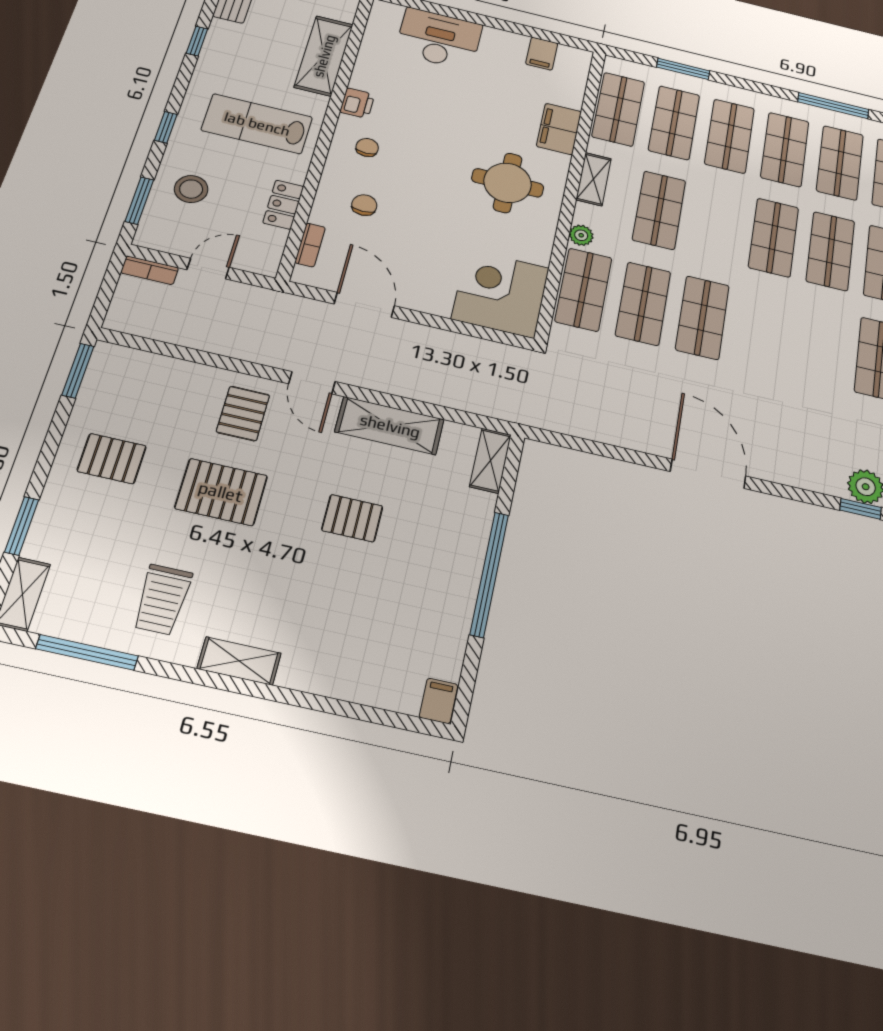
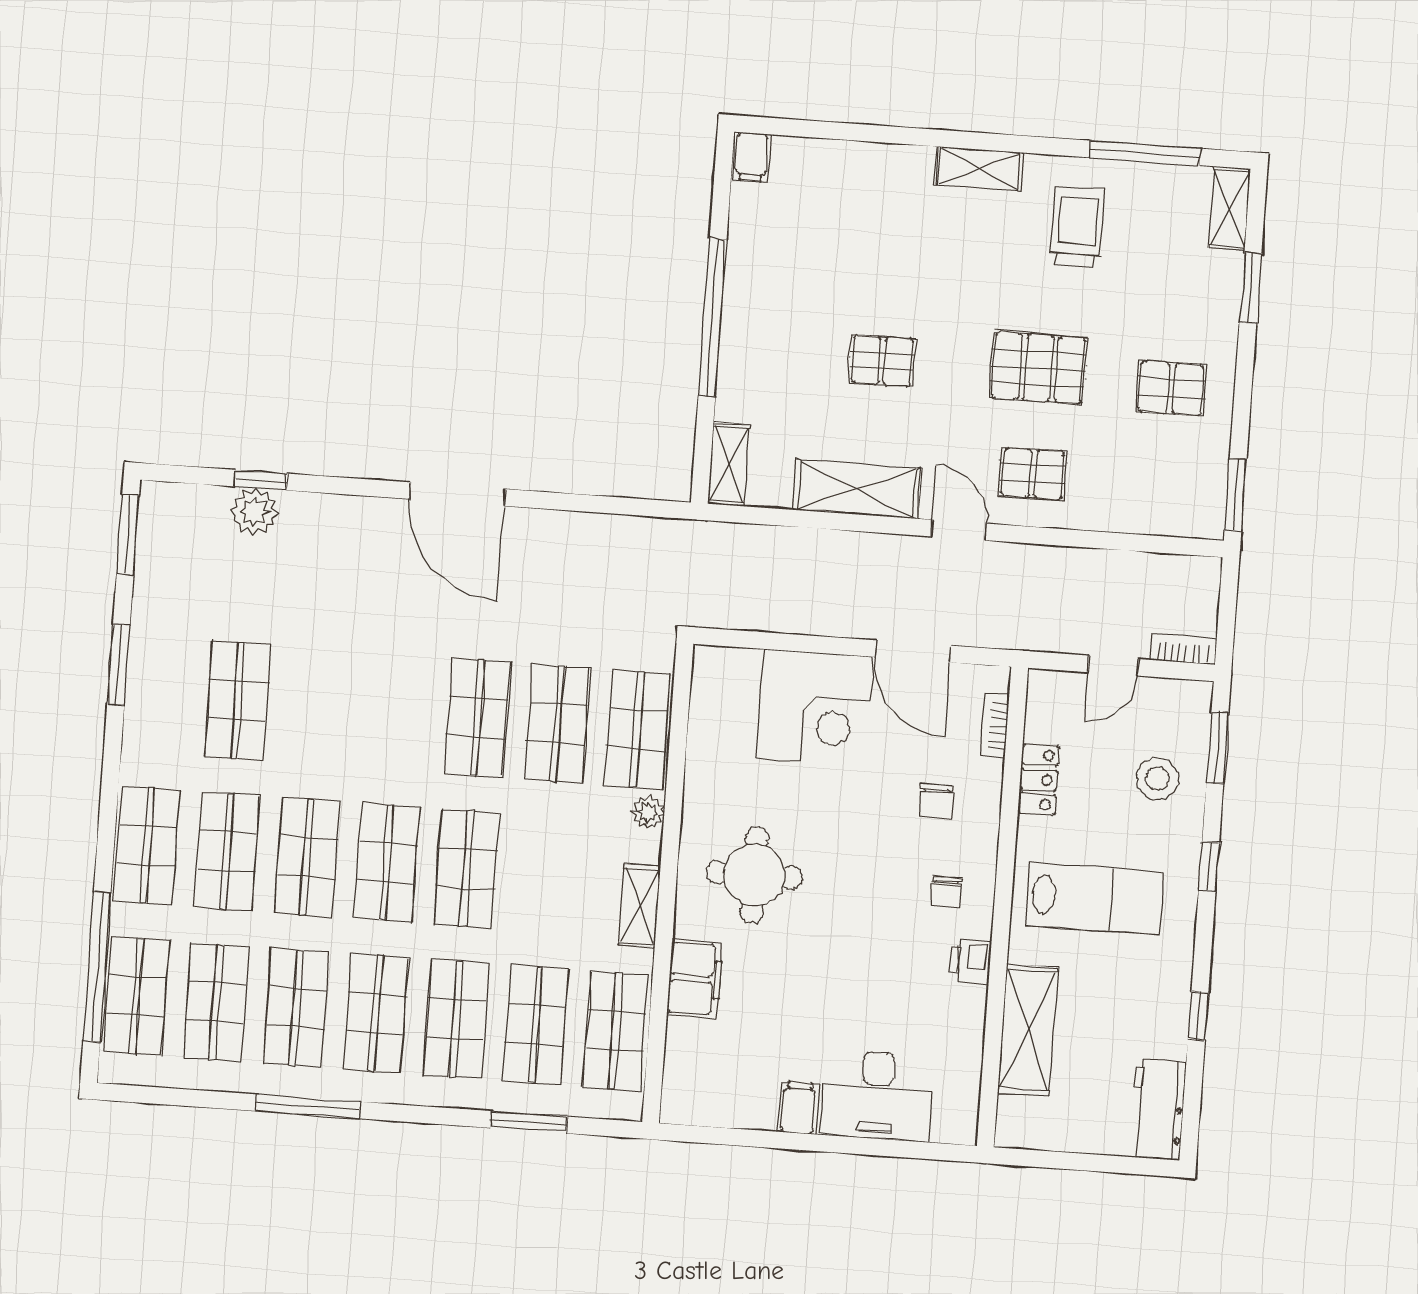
filing cabinet: (542, 54) -> (799, 1108), moved
shop shelf: (659, 210) -> (467, 869), moved
corner desk: (501, 293) -> (815, 707), moved
pallet: (243, 413) -> (1033, 474), turned 90

